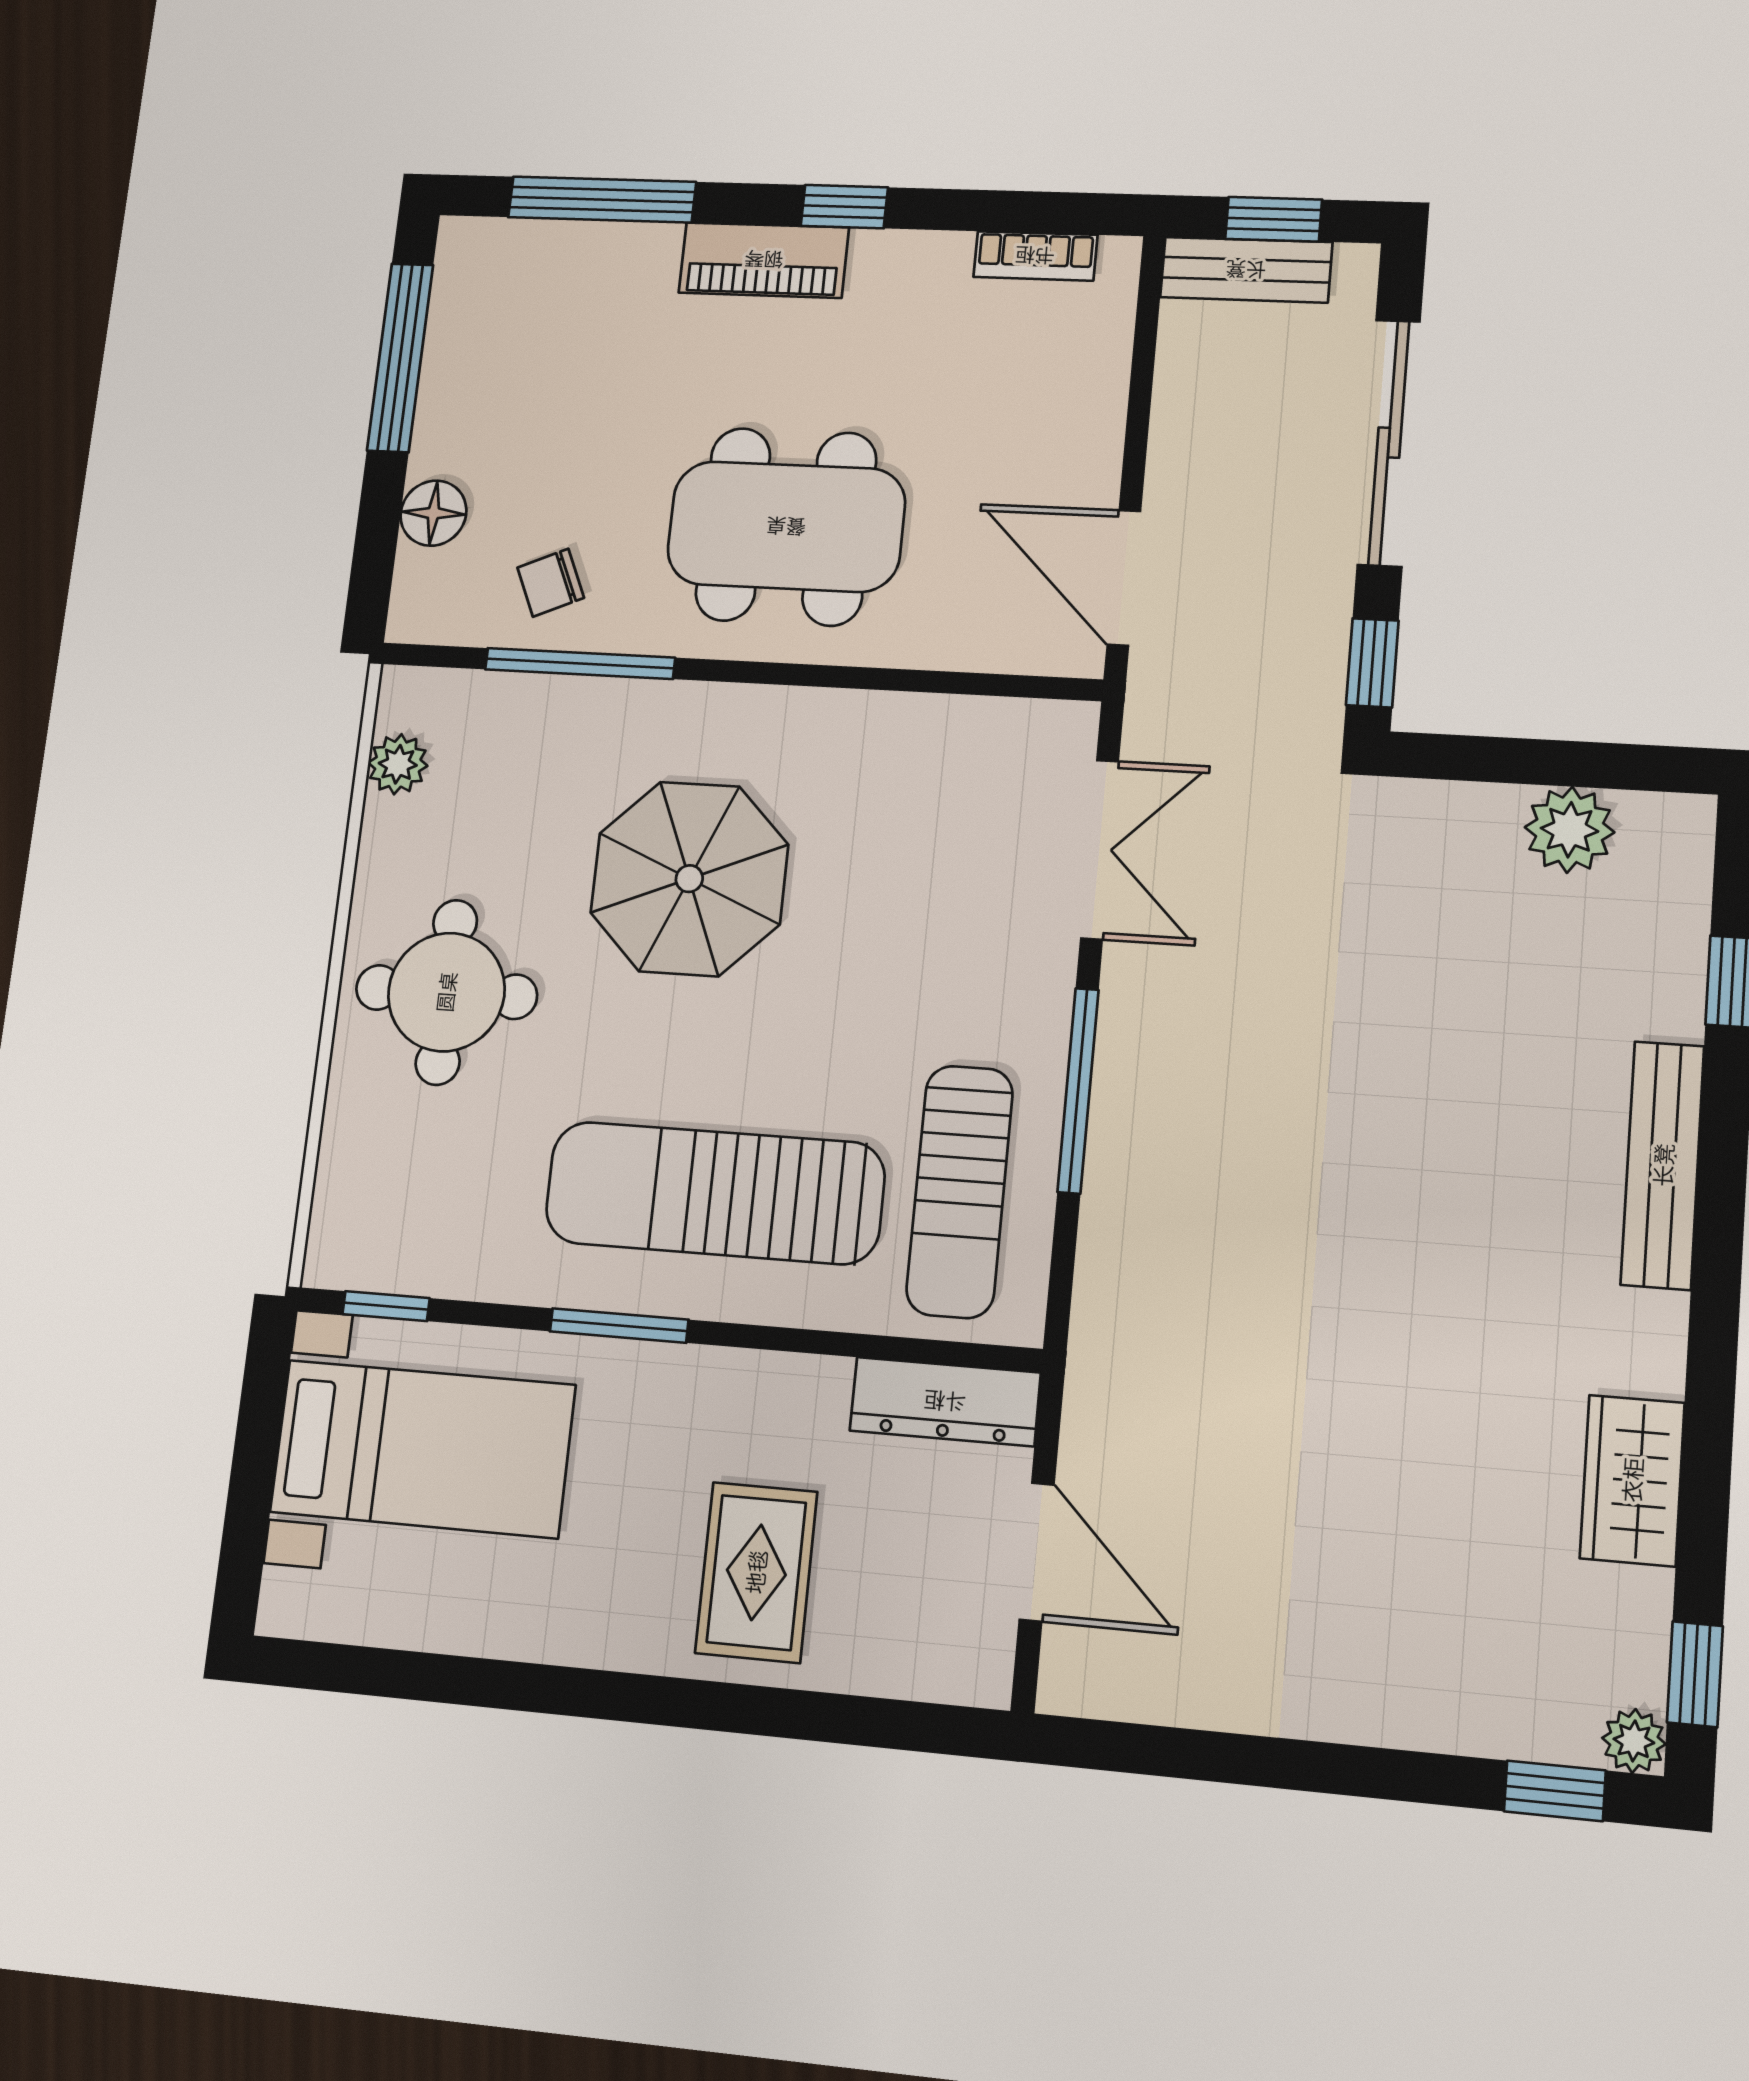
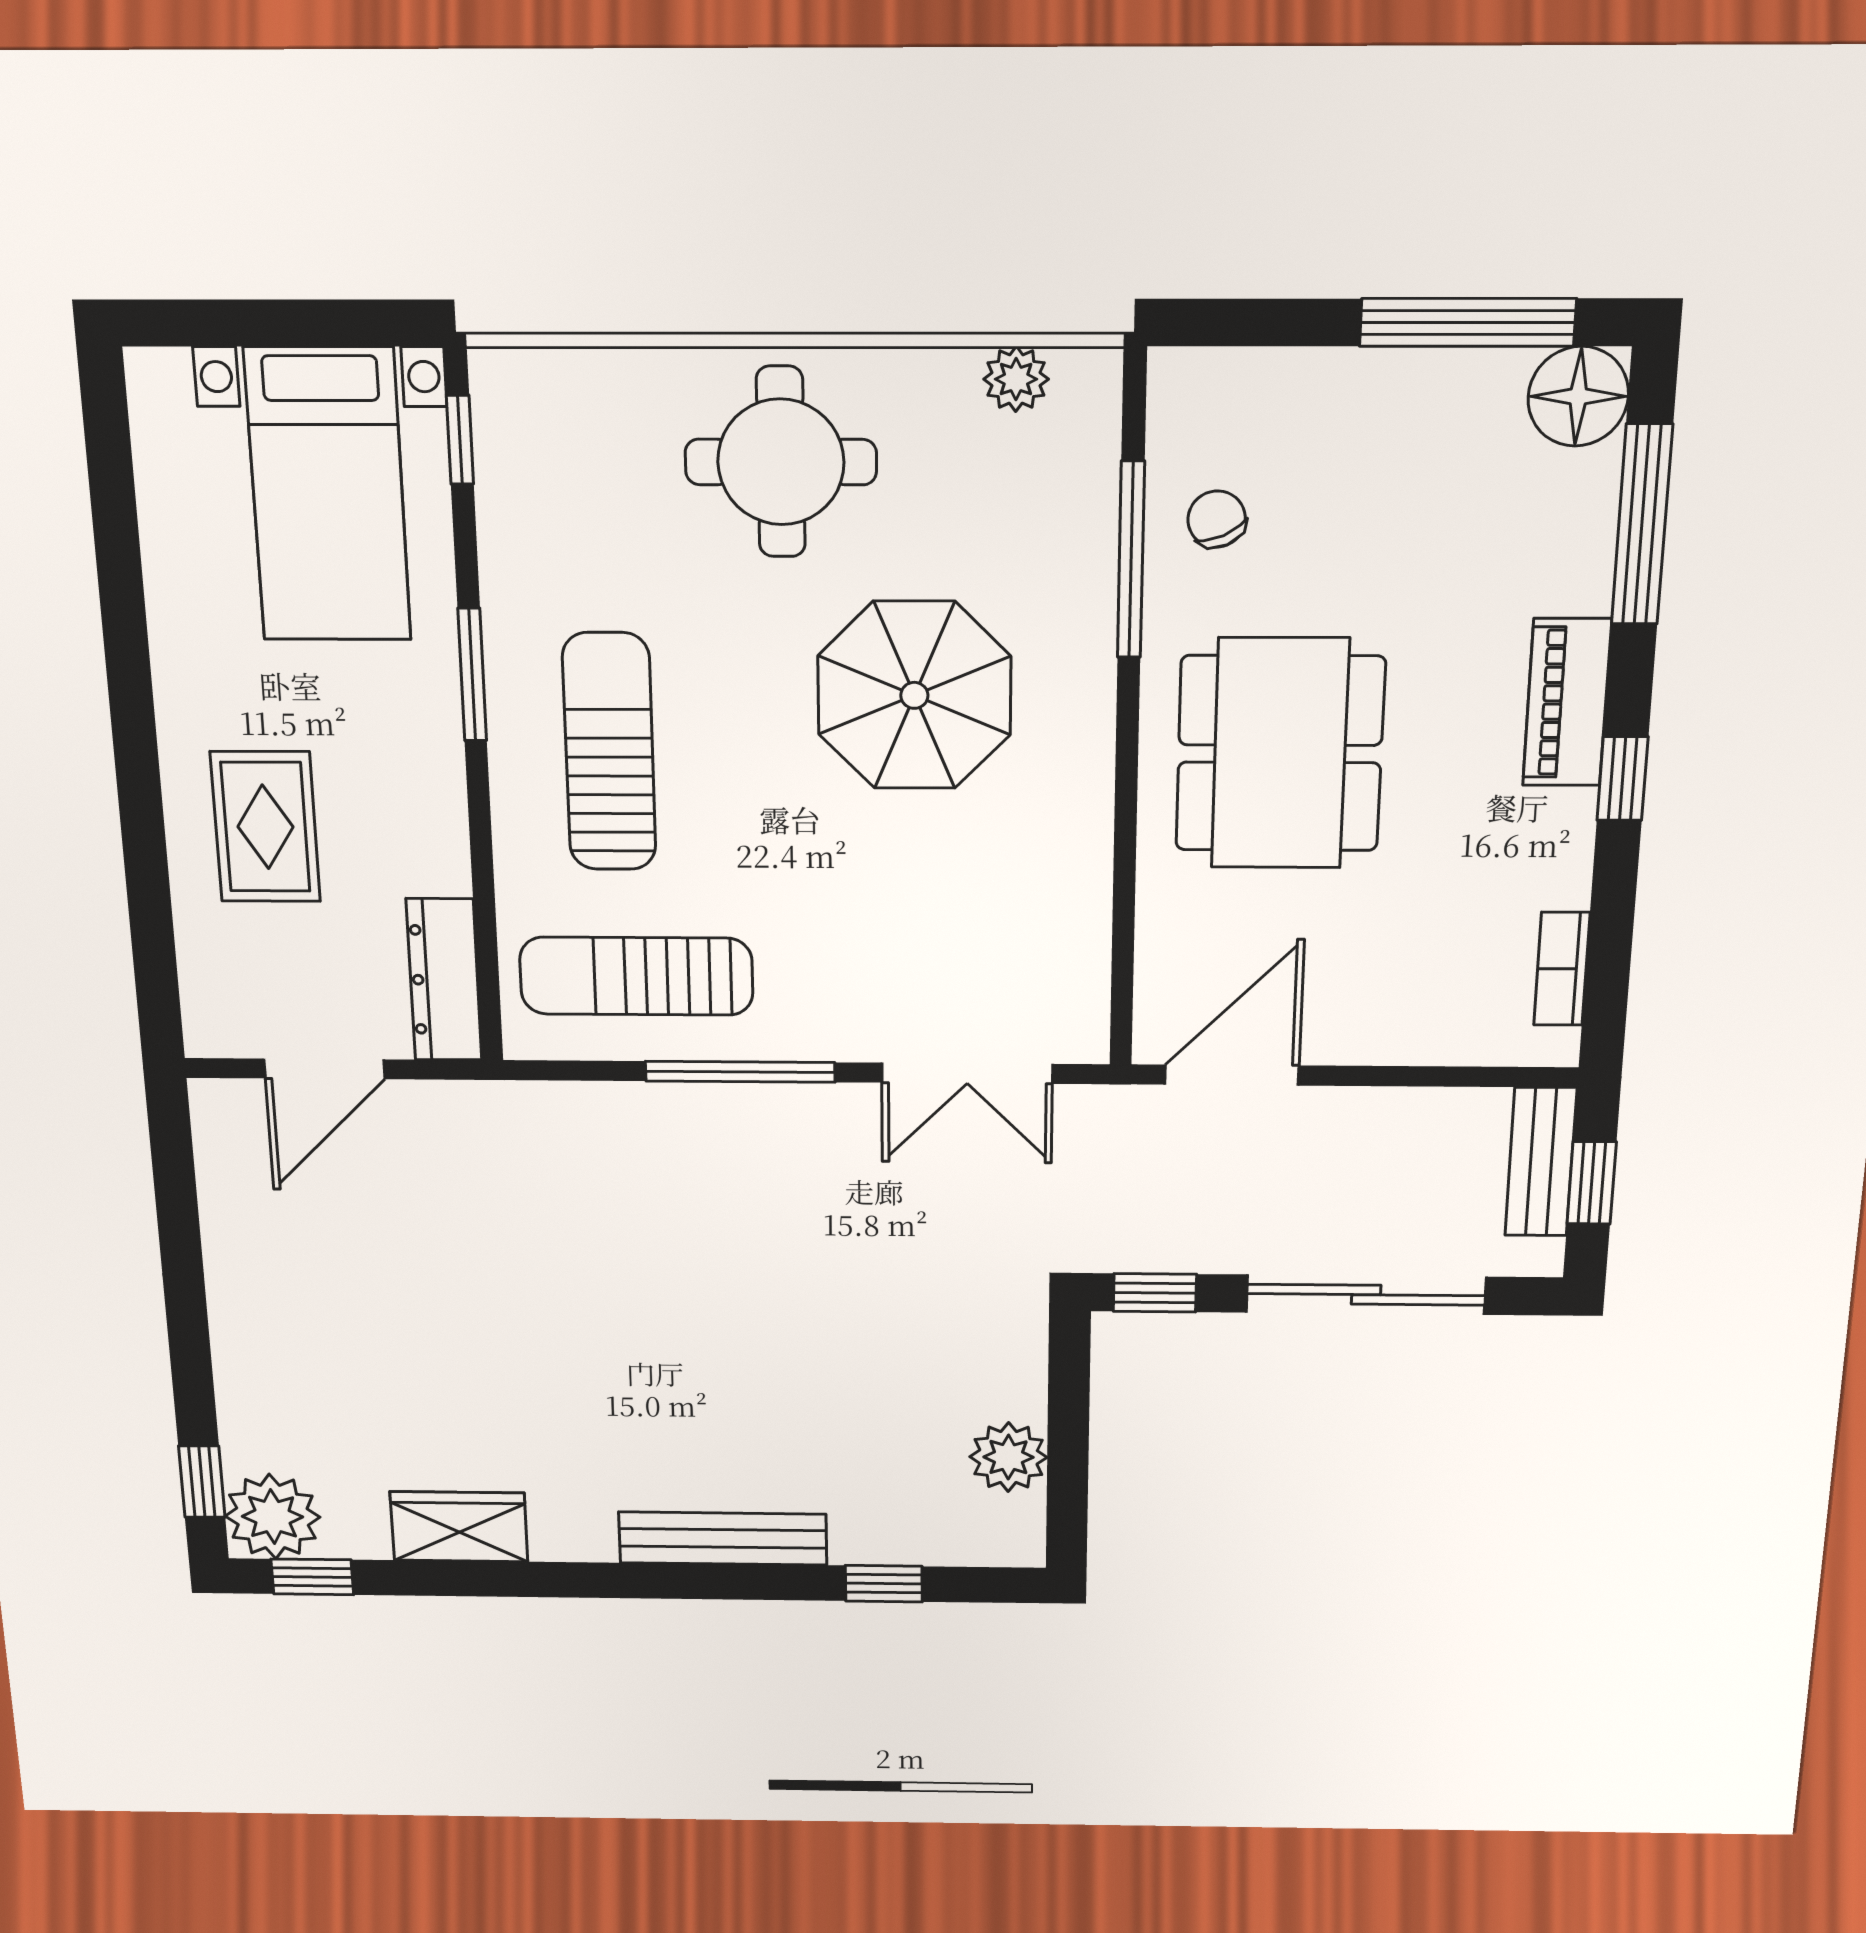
floor lamp: (433, 513) -> (1578, 396), moved, width x1.38, depth x1.38
sun lounger: (715, 1193) -> (609, 752), width x0.73, depth x0.75
rug: (756, 1572) -> (265, 827), turned 90
plant: (1634, 1741) -> (273, 1517), width x1.88, depth x1.88

